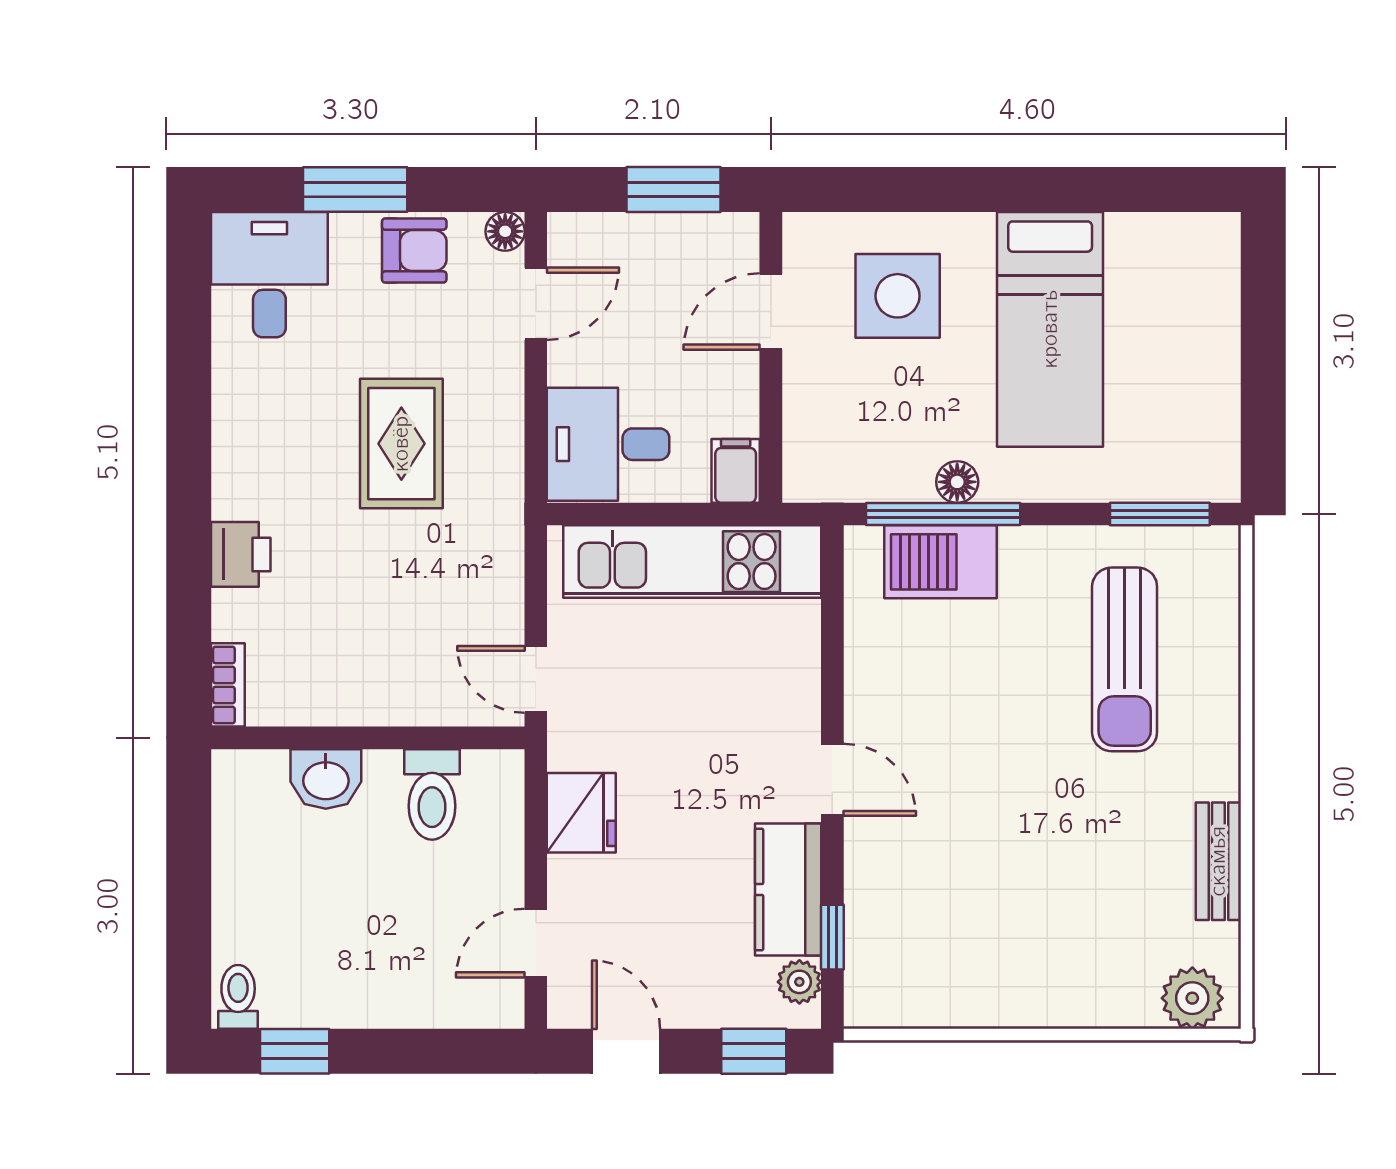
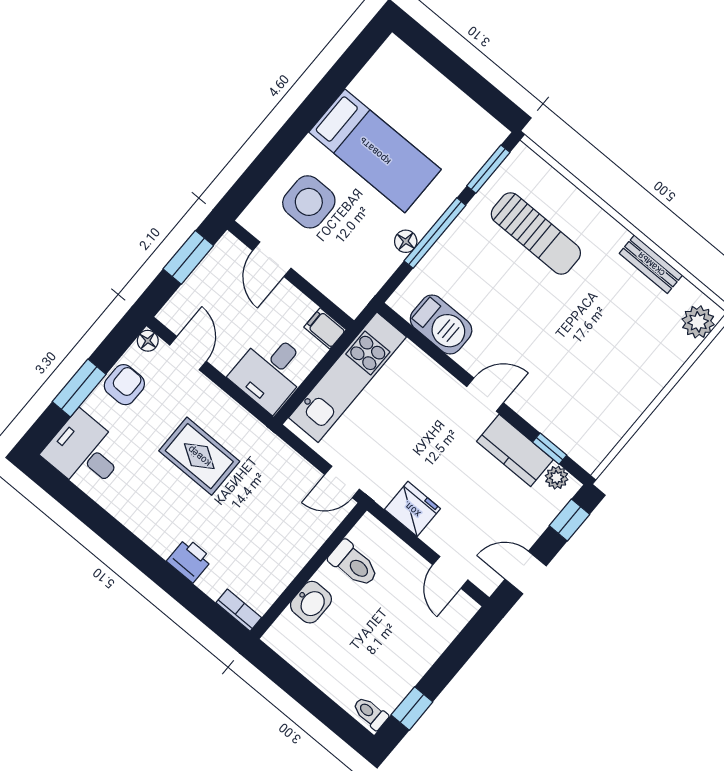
window: (943, 514) -> (435, 233), moved
barbecue: (941, 562) -> (441, 325), moved, turned -90

